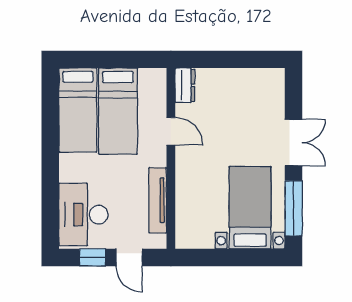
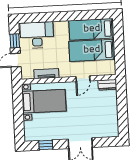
tv unit: (158, 200) -> (46, 74), width x0.71
bed with nightstands: (250, 208) -> (44, 101), moved
window: (294, 208) -> (46, 145), width x0.46

